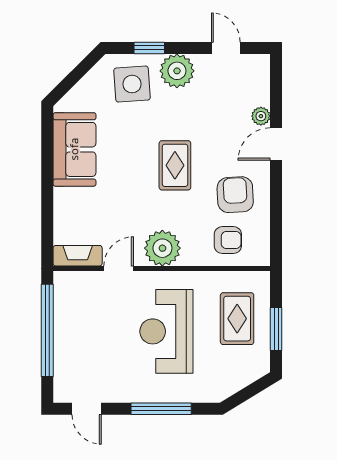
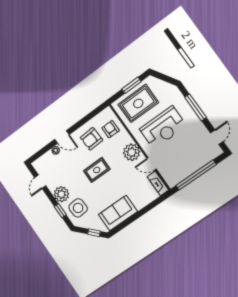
window: (69, 82) -> (94, 233), added
rug: (237, 319) -> (138, 103), width x1.36, depth x1.43

